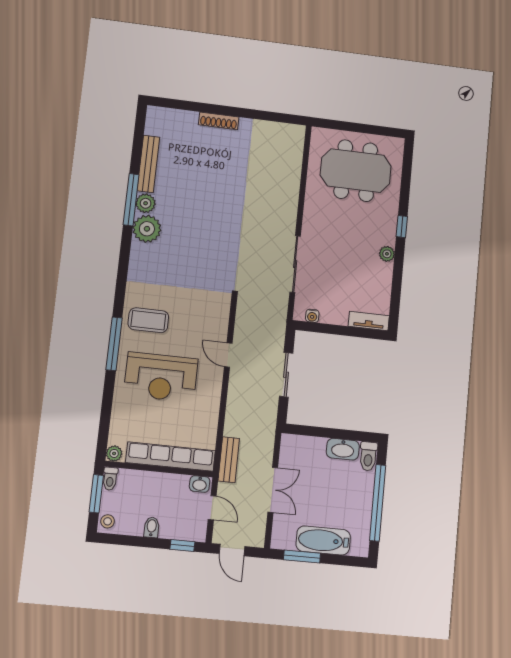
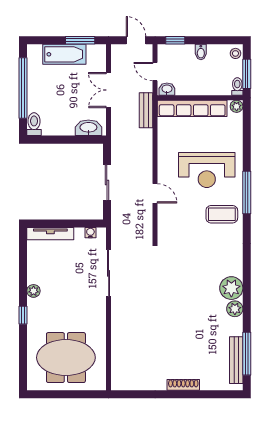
bench: (148, 164) -> (236, 360), moved
window: (131, 200) -> (247, 354), moved
tv unit: (369, 321) -> (50, 234), width x1.41
reception desk: (161, 377) -> (207, 170), turned 180
washbasin: (343, 449) -> (88, 128), moved

